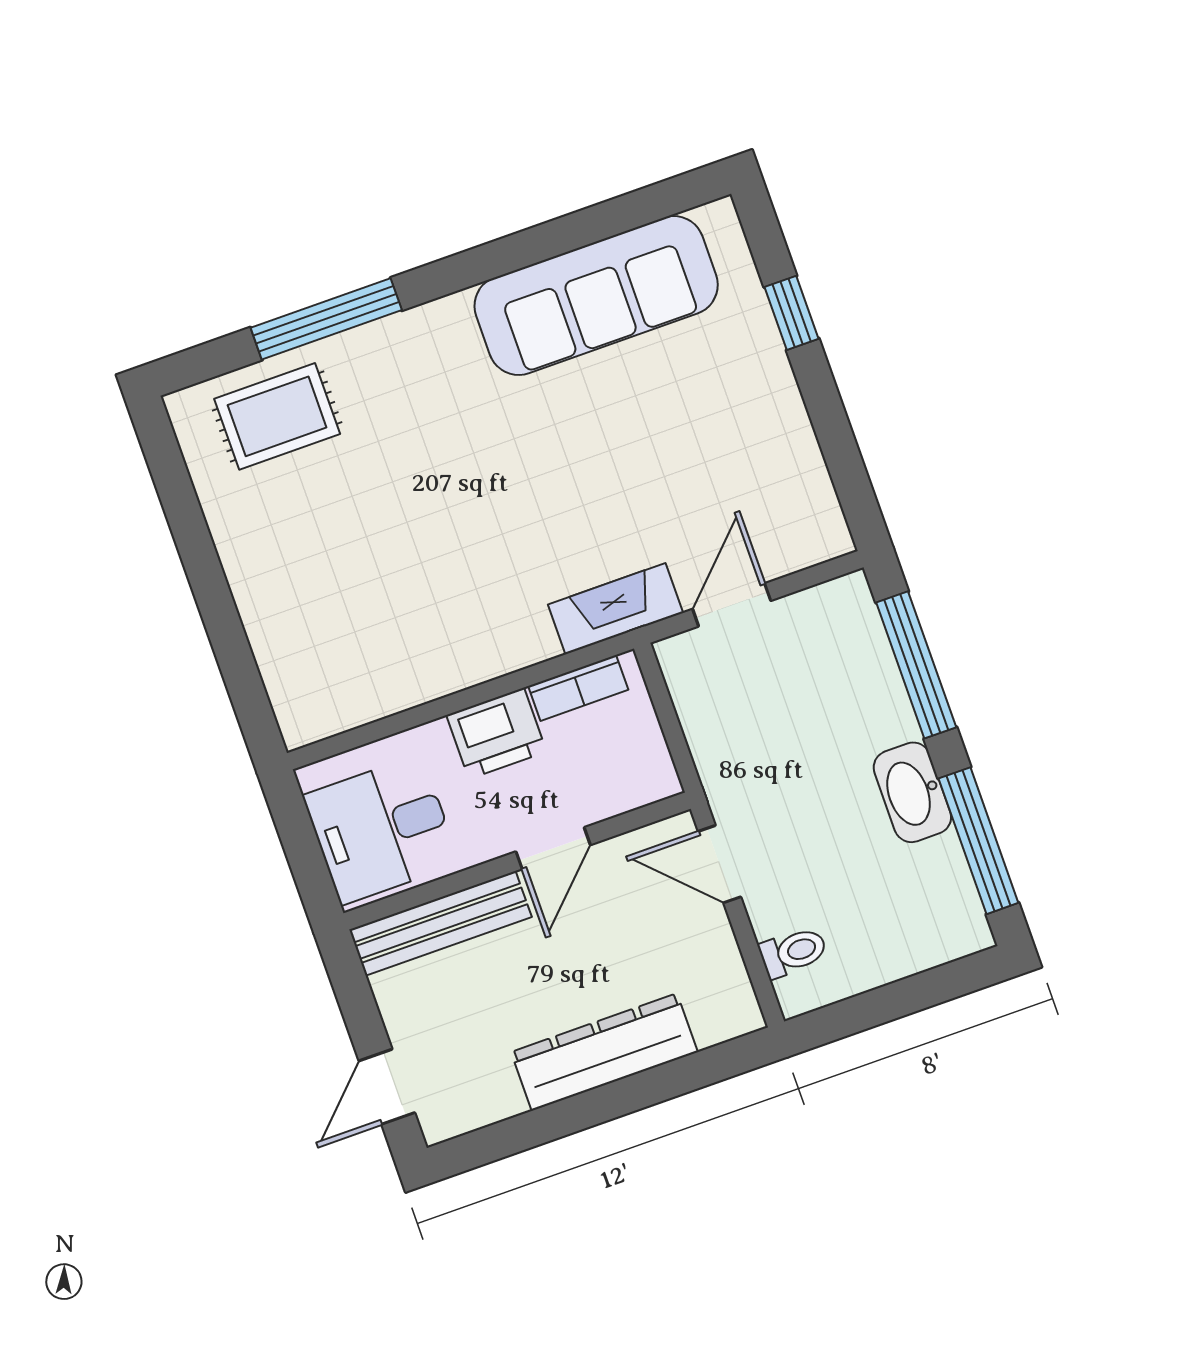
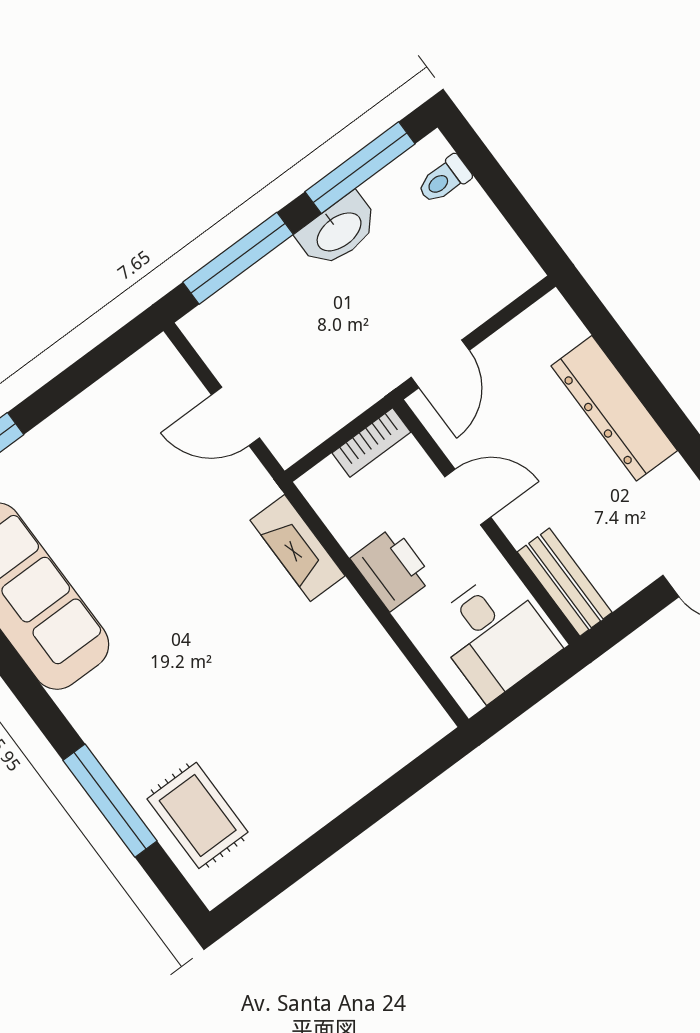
fireplace: (616, 609) -> (298, 548), moved
bookcase: (578, 688) -> (371, 442), moved, turned 90
bench: (440, 923) -> (565, 582), width x0.73
toilet: (793, 952) -> (444, 180), moved, turned -90

